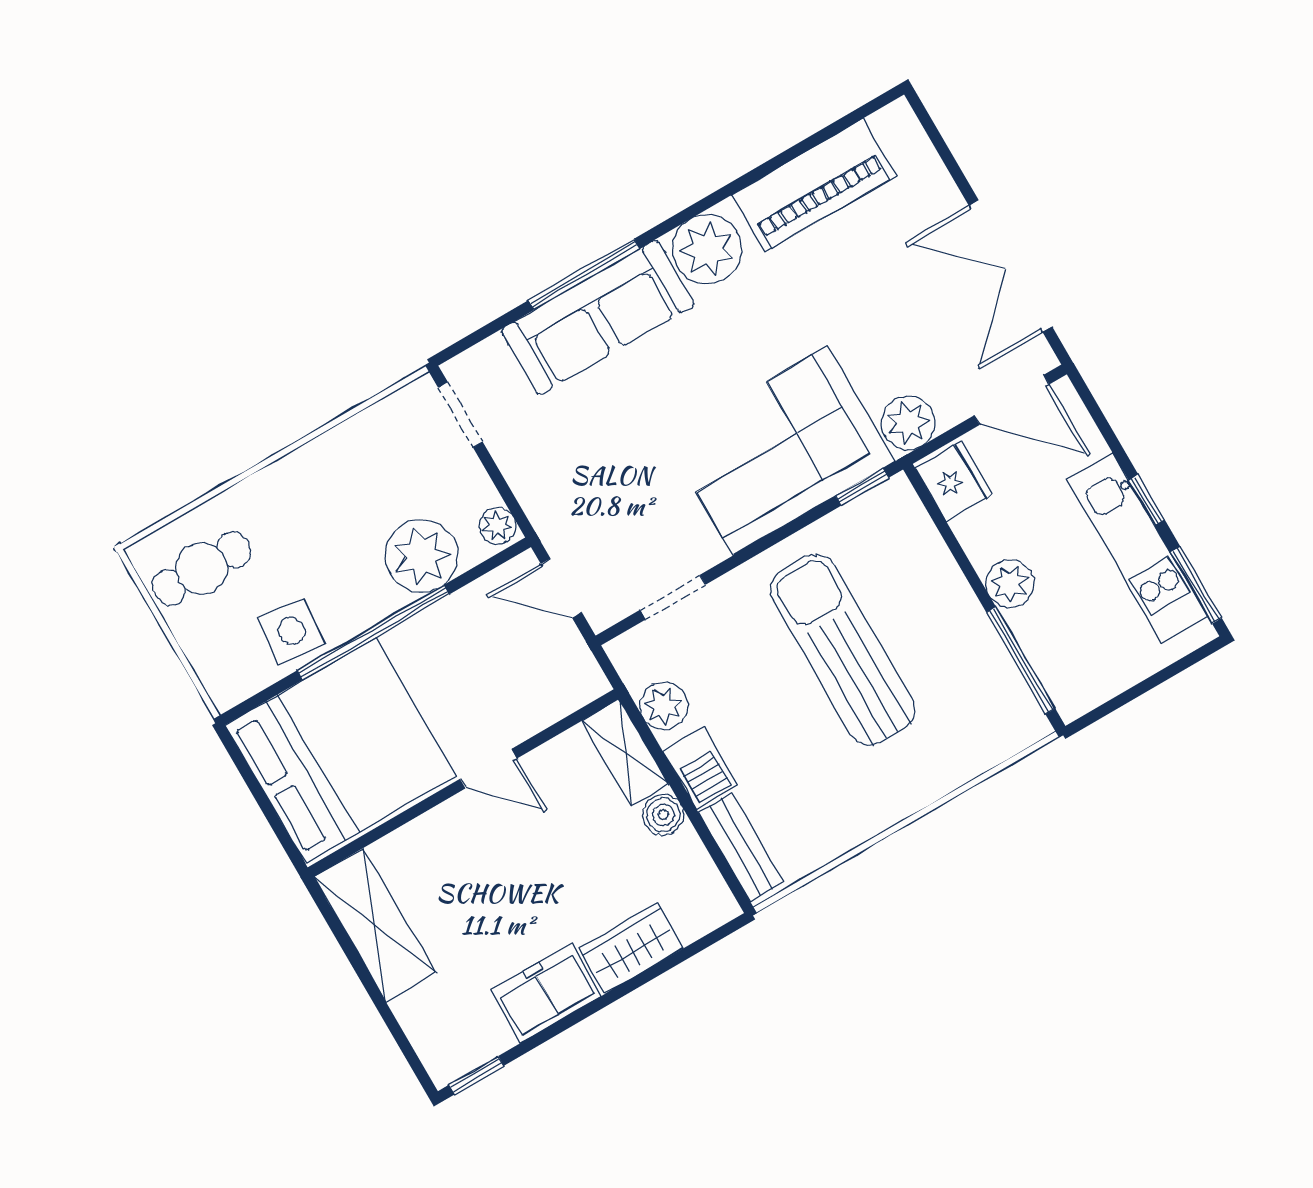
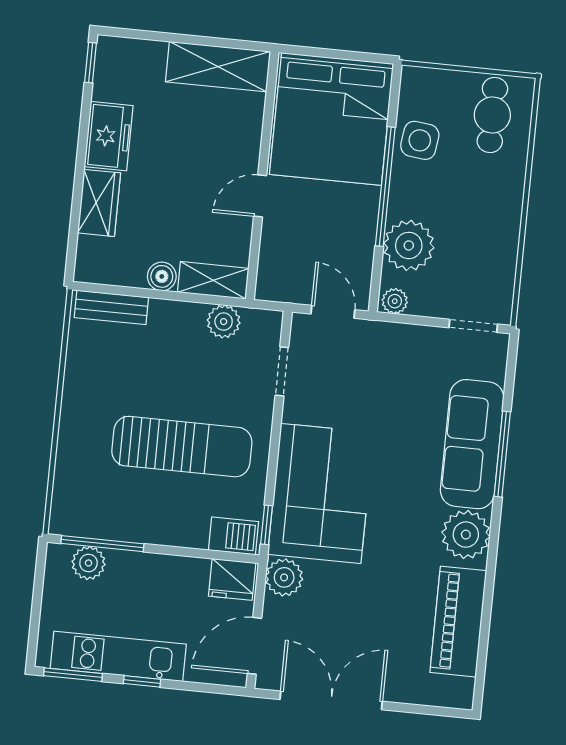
plant: (1010, 584) -> (88, 563), moved
door: (561, 588) -> (333, 312), hinge flipped
barbecue: (700, 768) -> (233, 536), moved, turned 180

